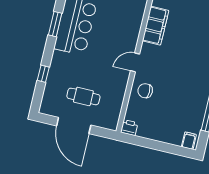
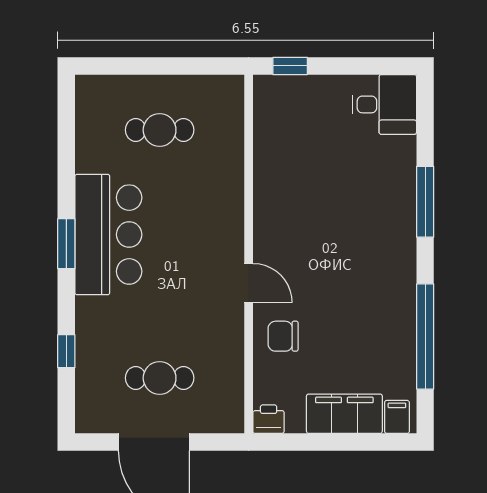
filing cabinet: (155, 26) -> (344, 414), moved, turned -90
door: (135, 62) -> (249, 283), swing flipped

